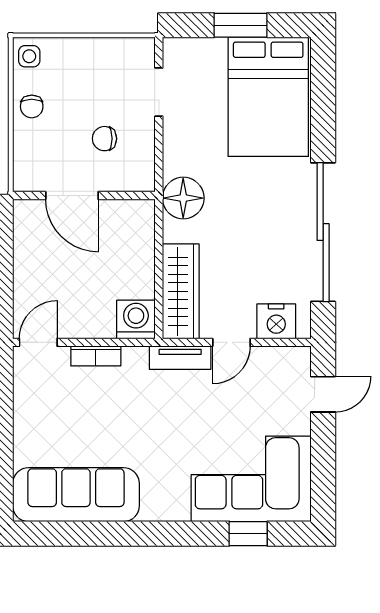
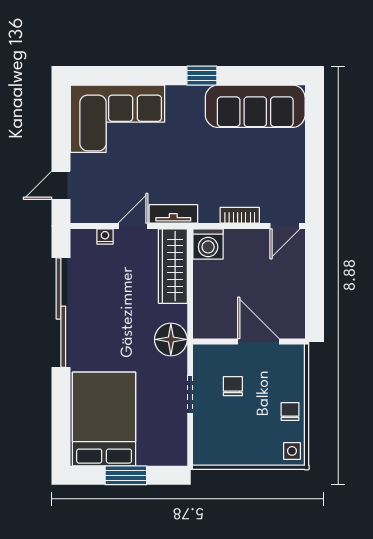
doorway: (159, 92) -> (190, 394), moved
chair: (104, 139) -> (233, 386), turned -90
nightstand: (276, 321) -> (105, 236), width x0.53, depth x0.56
window: (248, 534) -> (202, 76), moved

